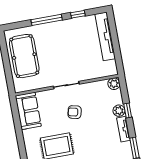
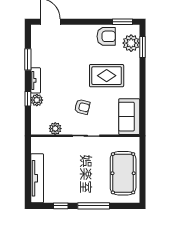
plant: (114, 84) -> (55, 129), moved

